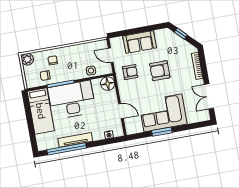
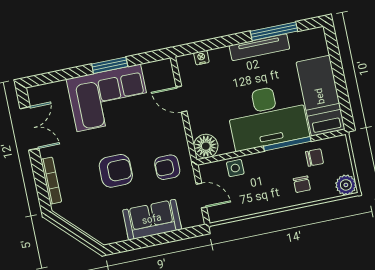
window: (181, 34) -> (81, 236), removed
window: (67, 149) -> (274, 31), width x0.68

